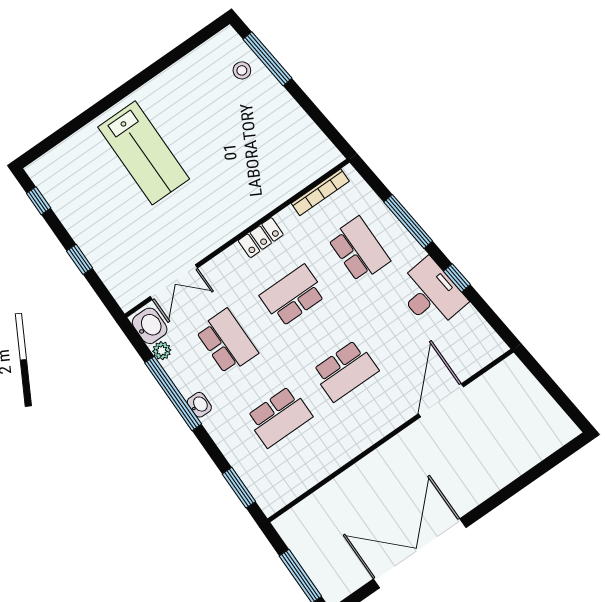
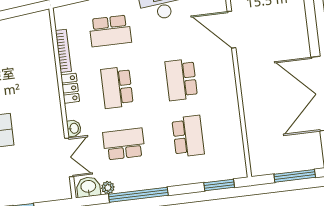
bookcase: (320, 192) -> (63, 51), moved
school desk: (359, 250) -> (110, 31), turned 180
school desk: (345, 371) -> (181, 80), turned 180
washbasin: (199, 405) -> (74, 128), moved, turned 90

